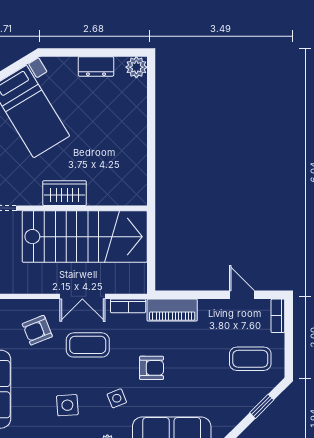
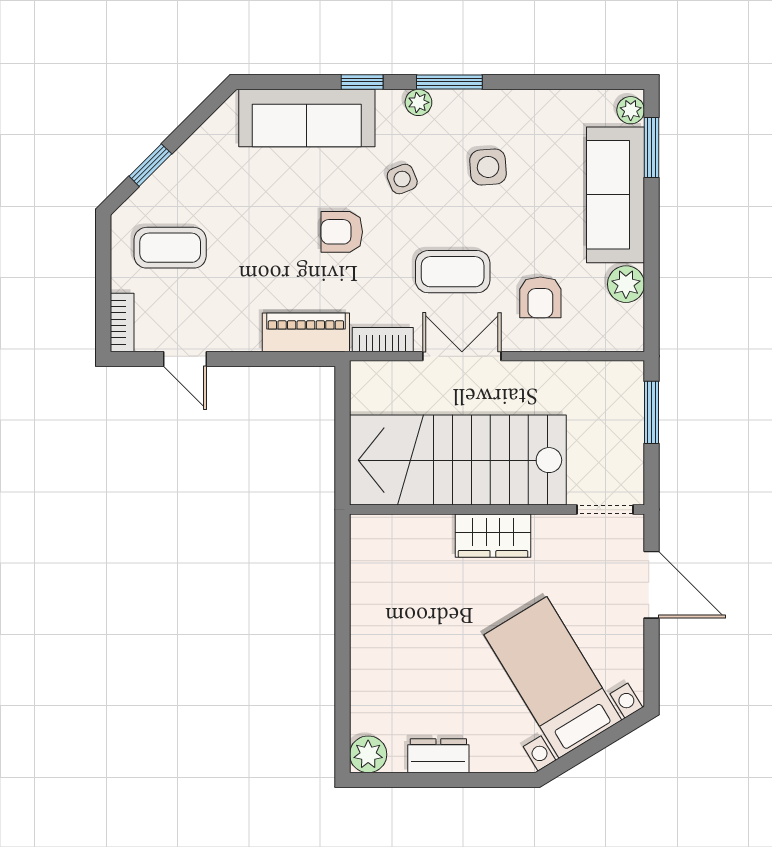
armchair: (37, 330) -> (540, 297), turned 112

